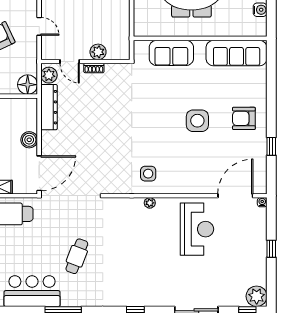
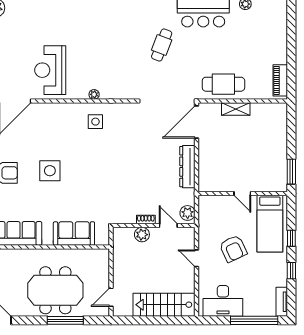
floor lamp: (28, 85) -> (207, 204), removed
dresser: (49, 107) -> (187, 167), moved
boiler: (29, 140) -> (206, 153), removed

